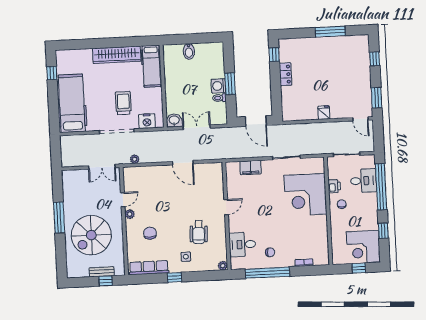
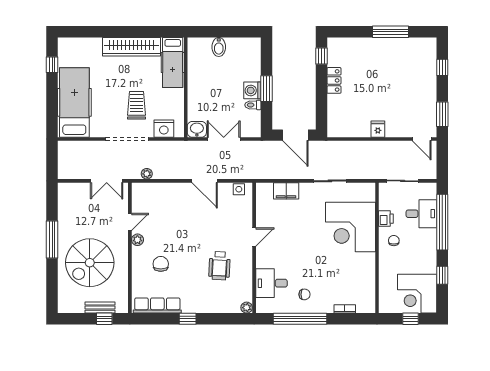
side table: (186, 257) -> (239, 189), moved

